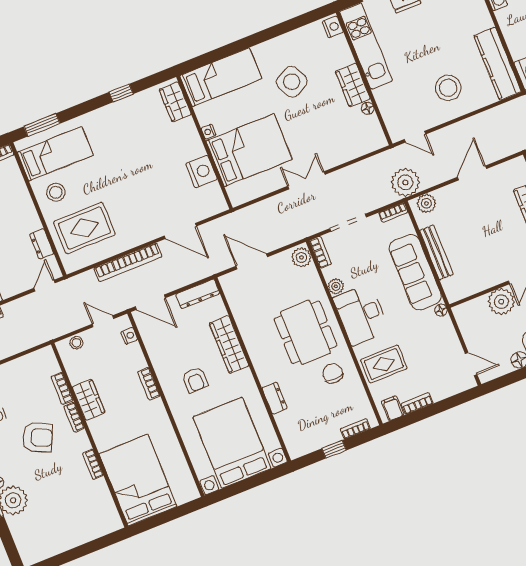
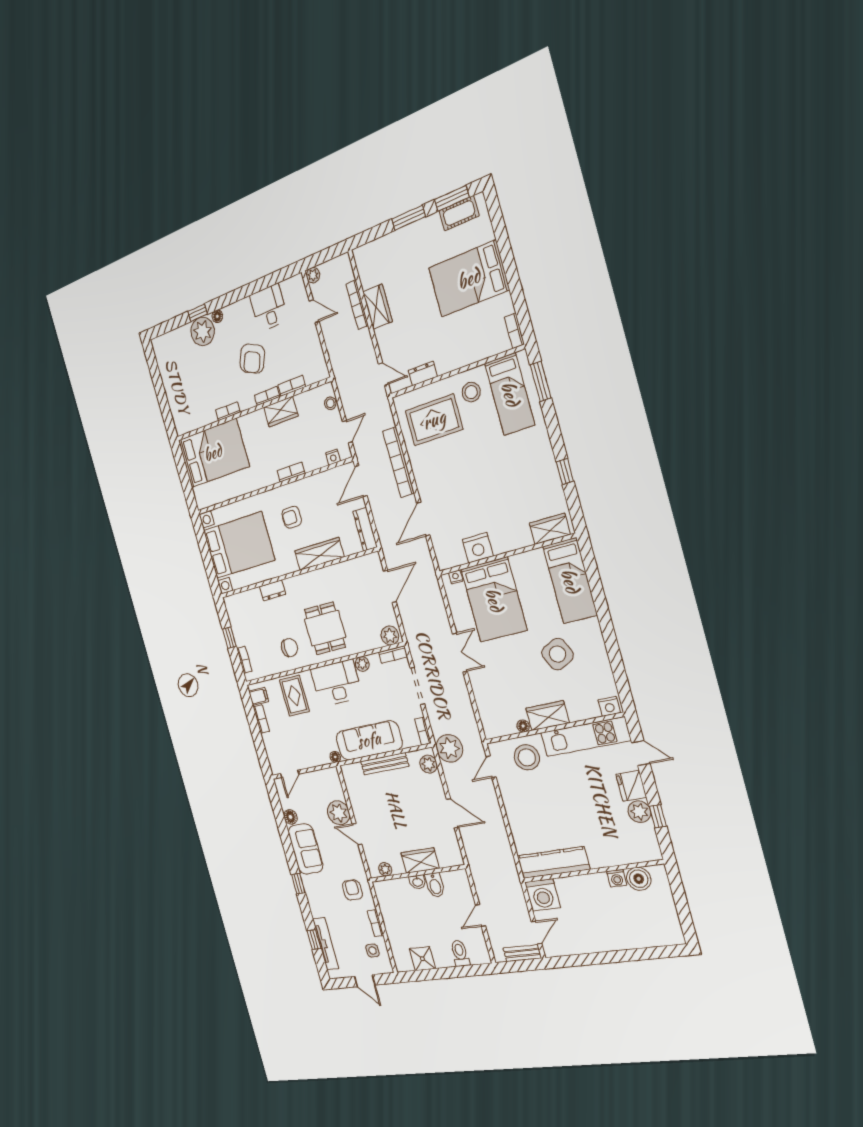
stool: (448, 88) -> (527, 757), moved
nightstand: (208, 132) -> (456, 577), moved
rug: (84, 228) -> (434, 420), turned 90
dining table: (306, 332) -> (325, 628), width x0.73

